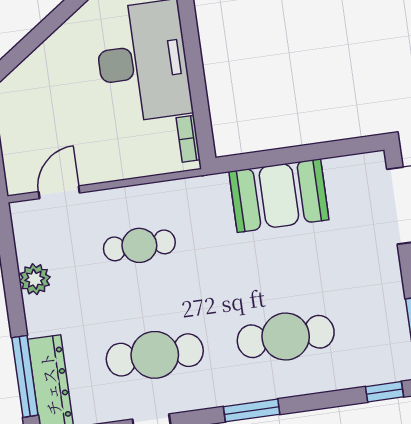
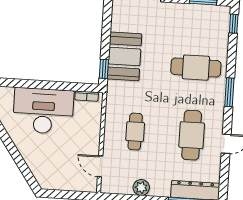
window: (247, 161) -> (104, 69), added
cafe table: (286, 336) -> (196, 68), turned 90

